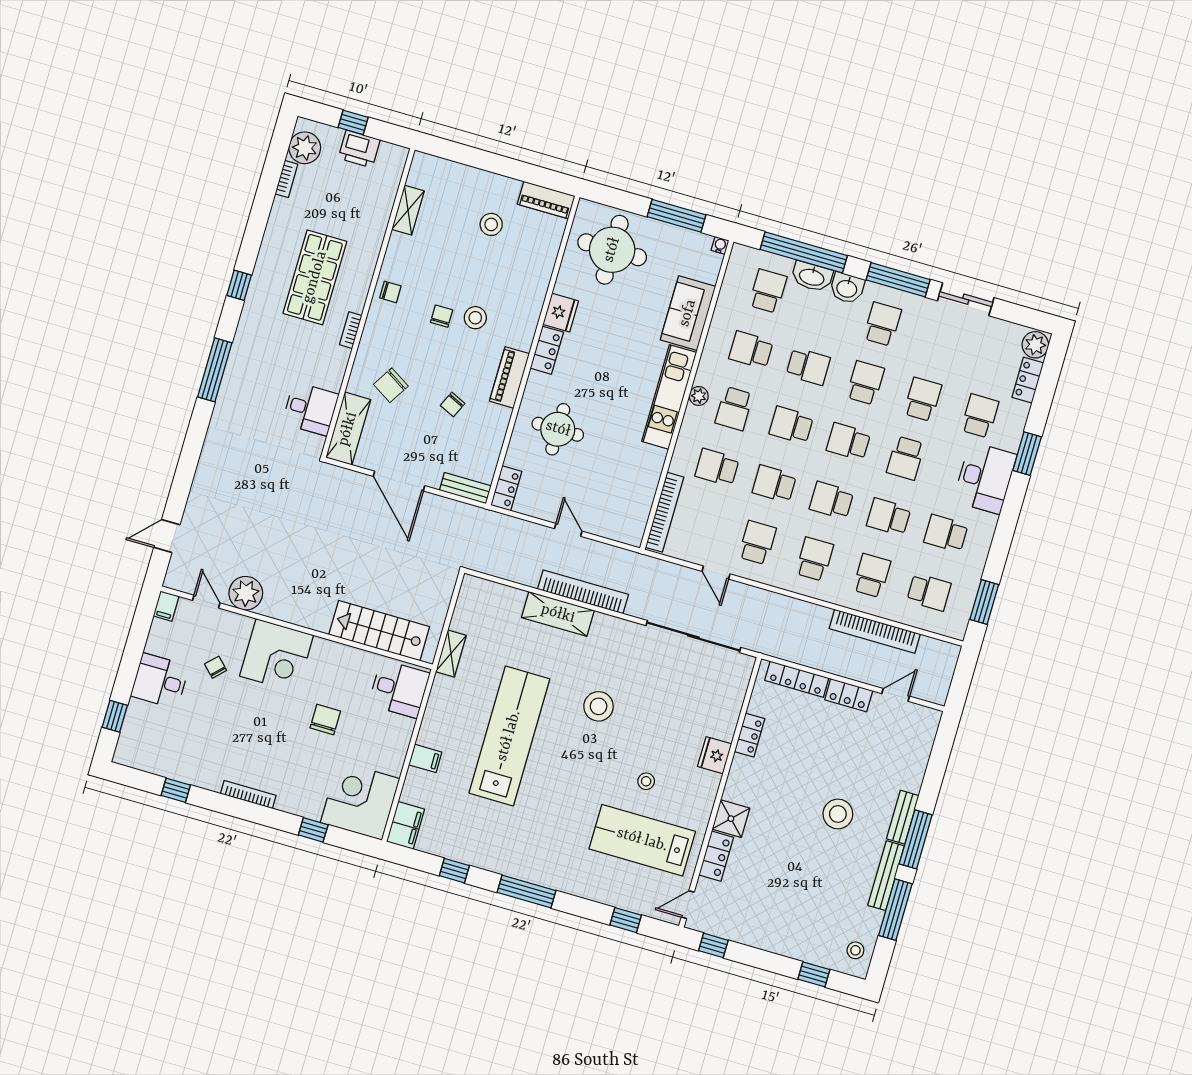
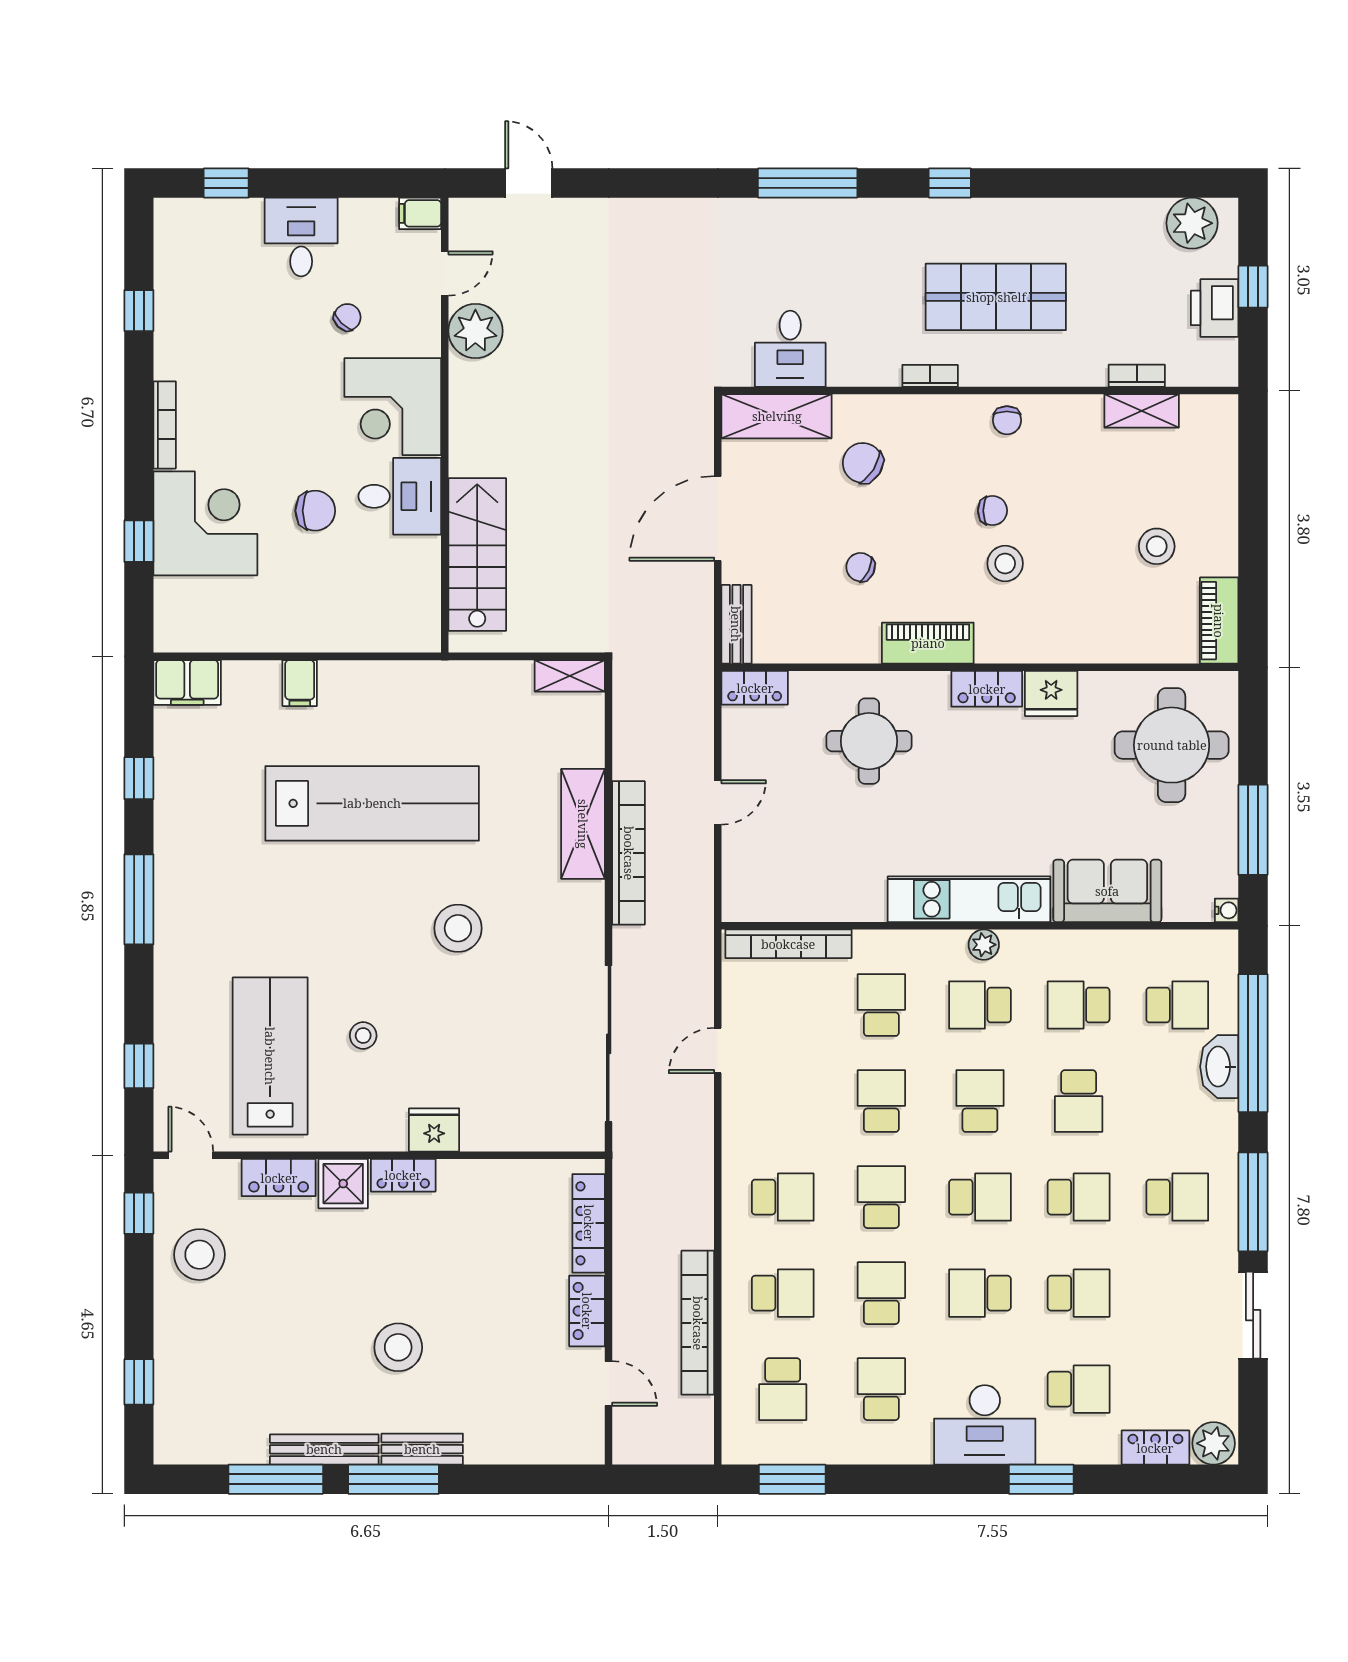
bookcase: (286, 179) -> (1137, 376), moved, turned 180
washbasin: (847, 288) -> (1217, 1126), removed
school desk: (751, 350) -> (1079, 1005), turned -90
school desk: (848, 442) -> (980, 1197), turned 90
school desk: (757, 543) -> (783, 1101), removed
shelving: (451, 653) -> (570, 676), moved
desk: (399, 689) -> (400, 496), moved, turned -90
locker: (750, 735) -> (403, 1175), moved
corner desk: (360, 801) -> (205, 523), moved
stool: (855, 950) -> (200, 1255), moved, width x1.89, depth x1.89

